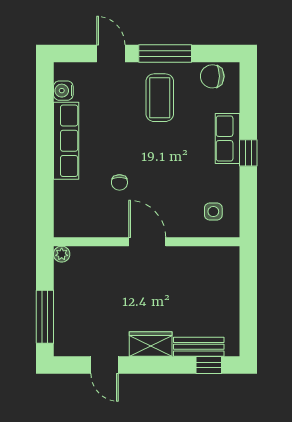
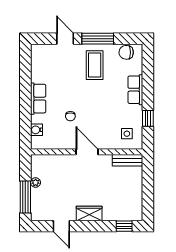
water cooler: (63, 91) -> (37, 130), moved
row of seats: (66, 141) -> (38, 99), width x0.68
window: (248, 153) -> (148, 118), moved
plant: (62, 254) -> (36, 183), moved
bench: (199, 347) -> (127, 160), moved

